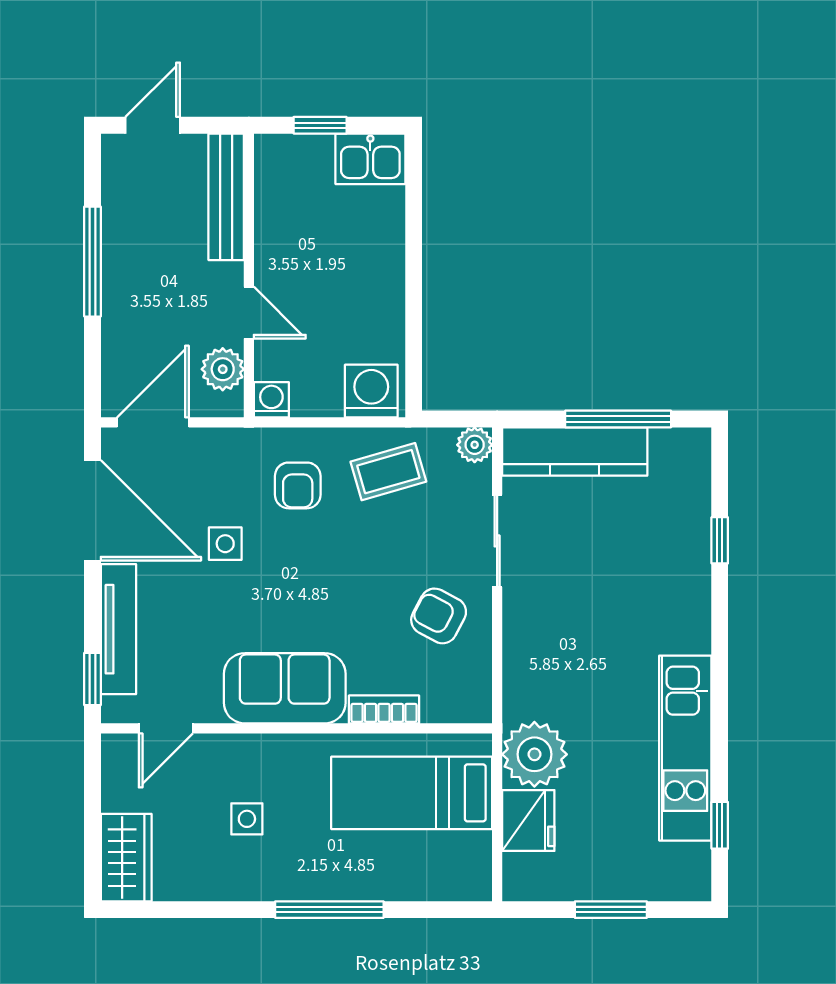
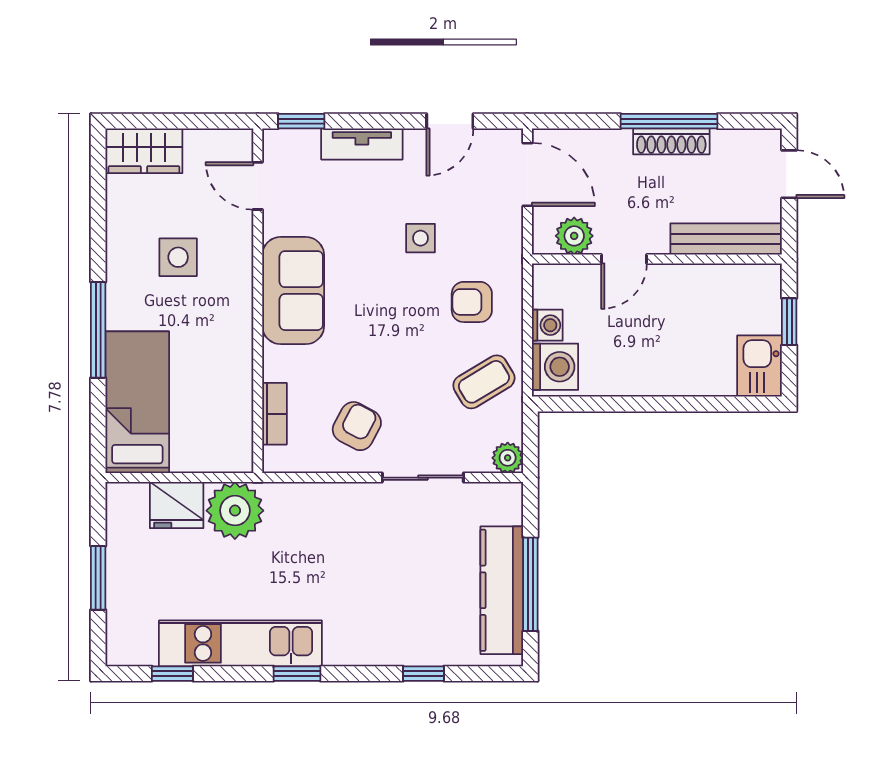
shoe rack: (116, 259) -> (671, 141), added
washing machine: (271, 400) -> (547, 325), moved
kitchen counter: (575, 451) -> (502, 590), moved
coffee table: (388, 472) -> (484, 382), turned 75
door: (92, 510) -> (450, 121), width x0.53
tv unit: (118, 629) -> (362, 144), width x0.71
window: (720, 684) -> (297, 674), added
bookcase: (384, 709) -> (274, 414), moved
bed: (412, 793) -> (137, 402), moved
side table: (247, 819) -> (178, 257), width x1.37, depth x1.37

